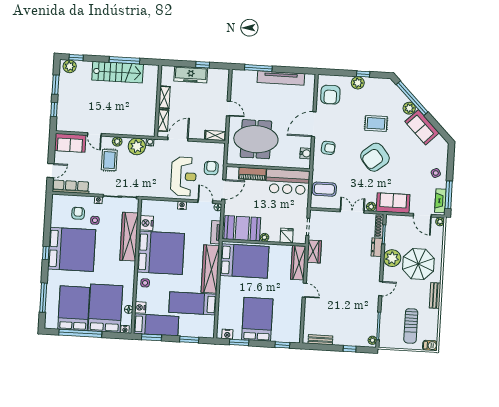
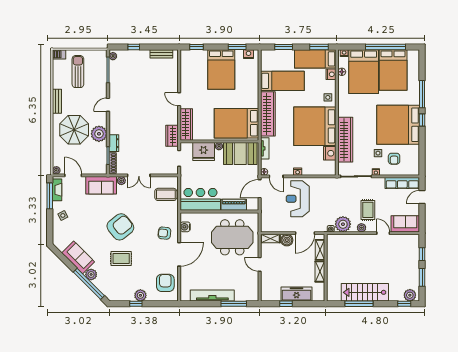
boiler: (198, 133) -> (287, 240), added
armchair: (211, 168) -> (272, 208), removed
fridge: (287, 236) -> (204, 151), width x1.88, depth x1.34
window: (43, 298) -> (422, 94), moved

